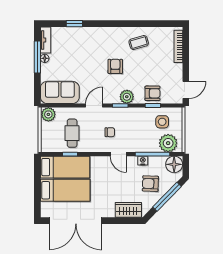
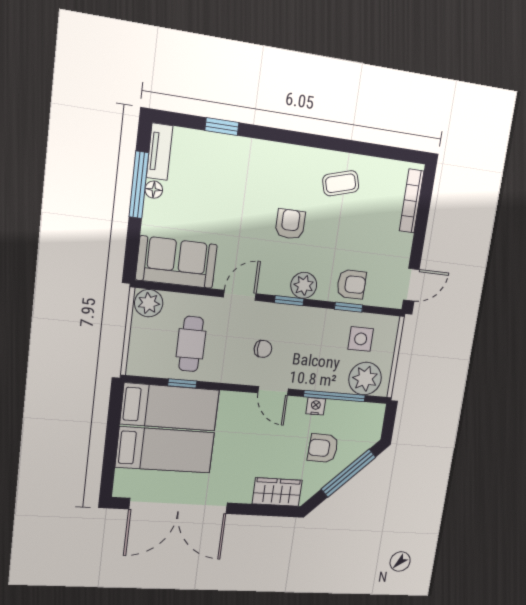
floor lamp: (174, 164) -> (370, 417), removed

